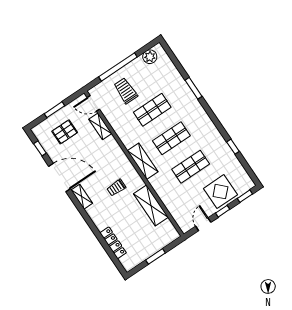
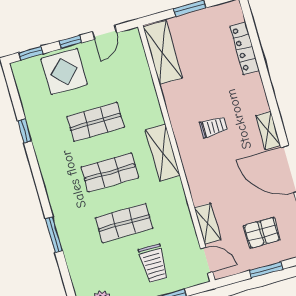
shelving: (151, 205) -> (163, 52), moved

